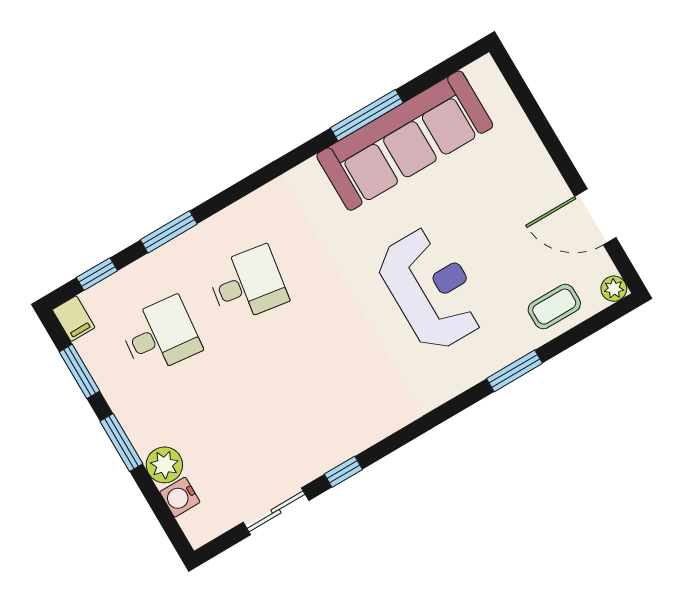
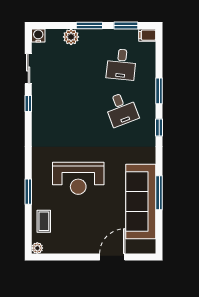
door: (595, 217) -> (112, 257), moved
window: (97, 274) -> (159, 128), moved
desk: (247, 284) -> (121, 109), turned -30
water cooler: (180, 497) -> (38, 35), moved

